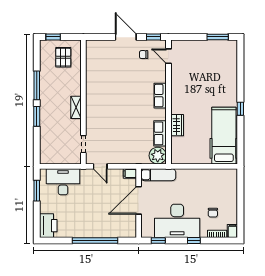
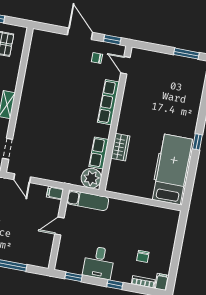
row of seats: (160, 96) -> (108, 102), width x1.48
door: (139, 200) -> (59, 226), width x0.53
desk: (177, 221) -> (99, 263), width x0.53, depth x0.77

